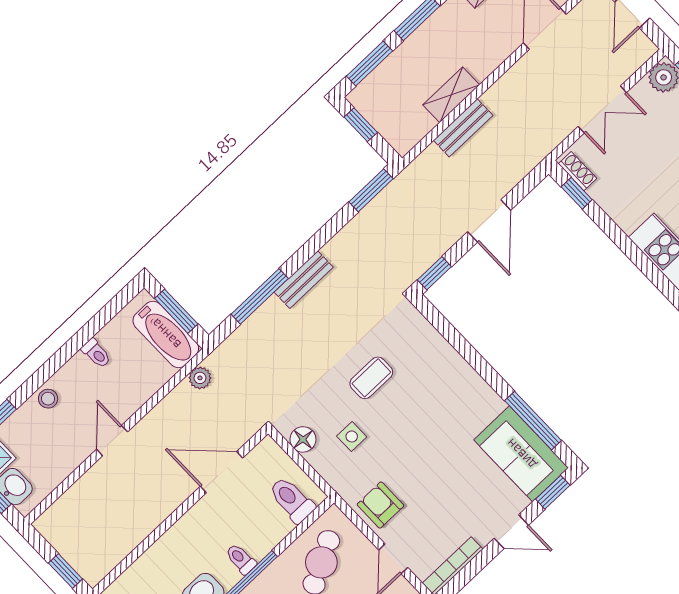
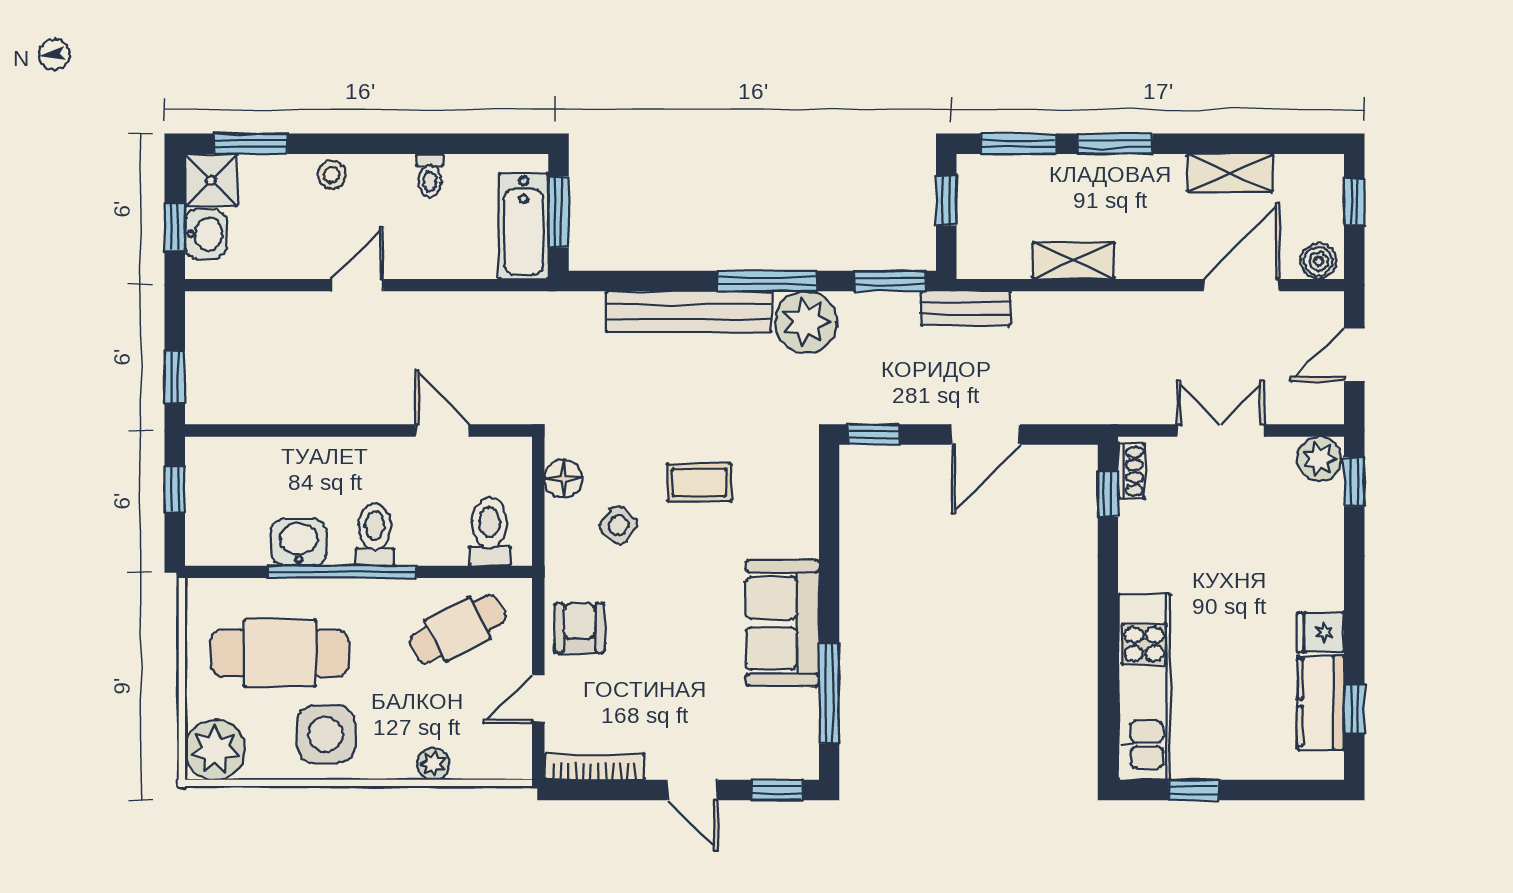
double door: (602, 110) -> (1221, 431), swing flipped
bench: (463, 128) -> (966, 308), moved
bench: (304, 280) -> (689, 312), width x1.86, depth x1.21
window: (260, 296) -> (767, 281), moved
plant: (200, 378) -> (806, 322), moved, width x1.87, depth x1.87
side table: (352, 436) -> (619, 525), turned 38
sofa: (521, 454) -> (782, 623), moved
door: (221, 472) -> (443, 431), width x0.73
toilet: (241, 559) -> (375, 535), width x1.37, depth x1.39

